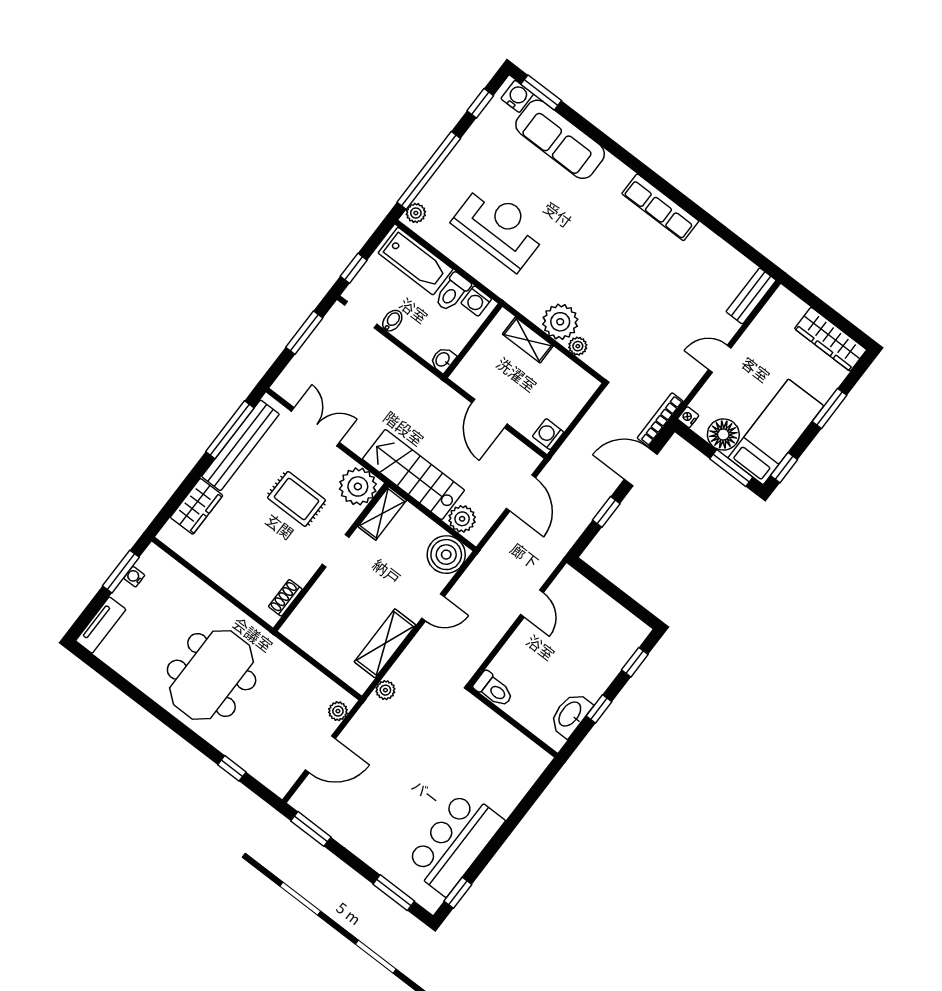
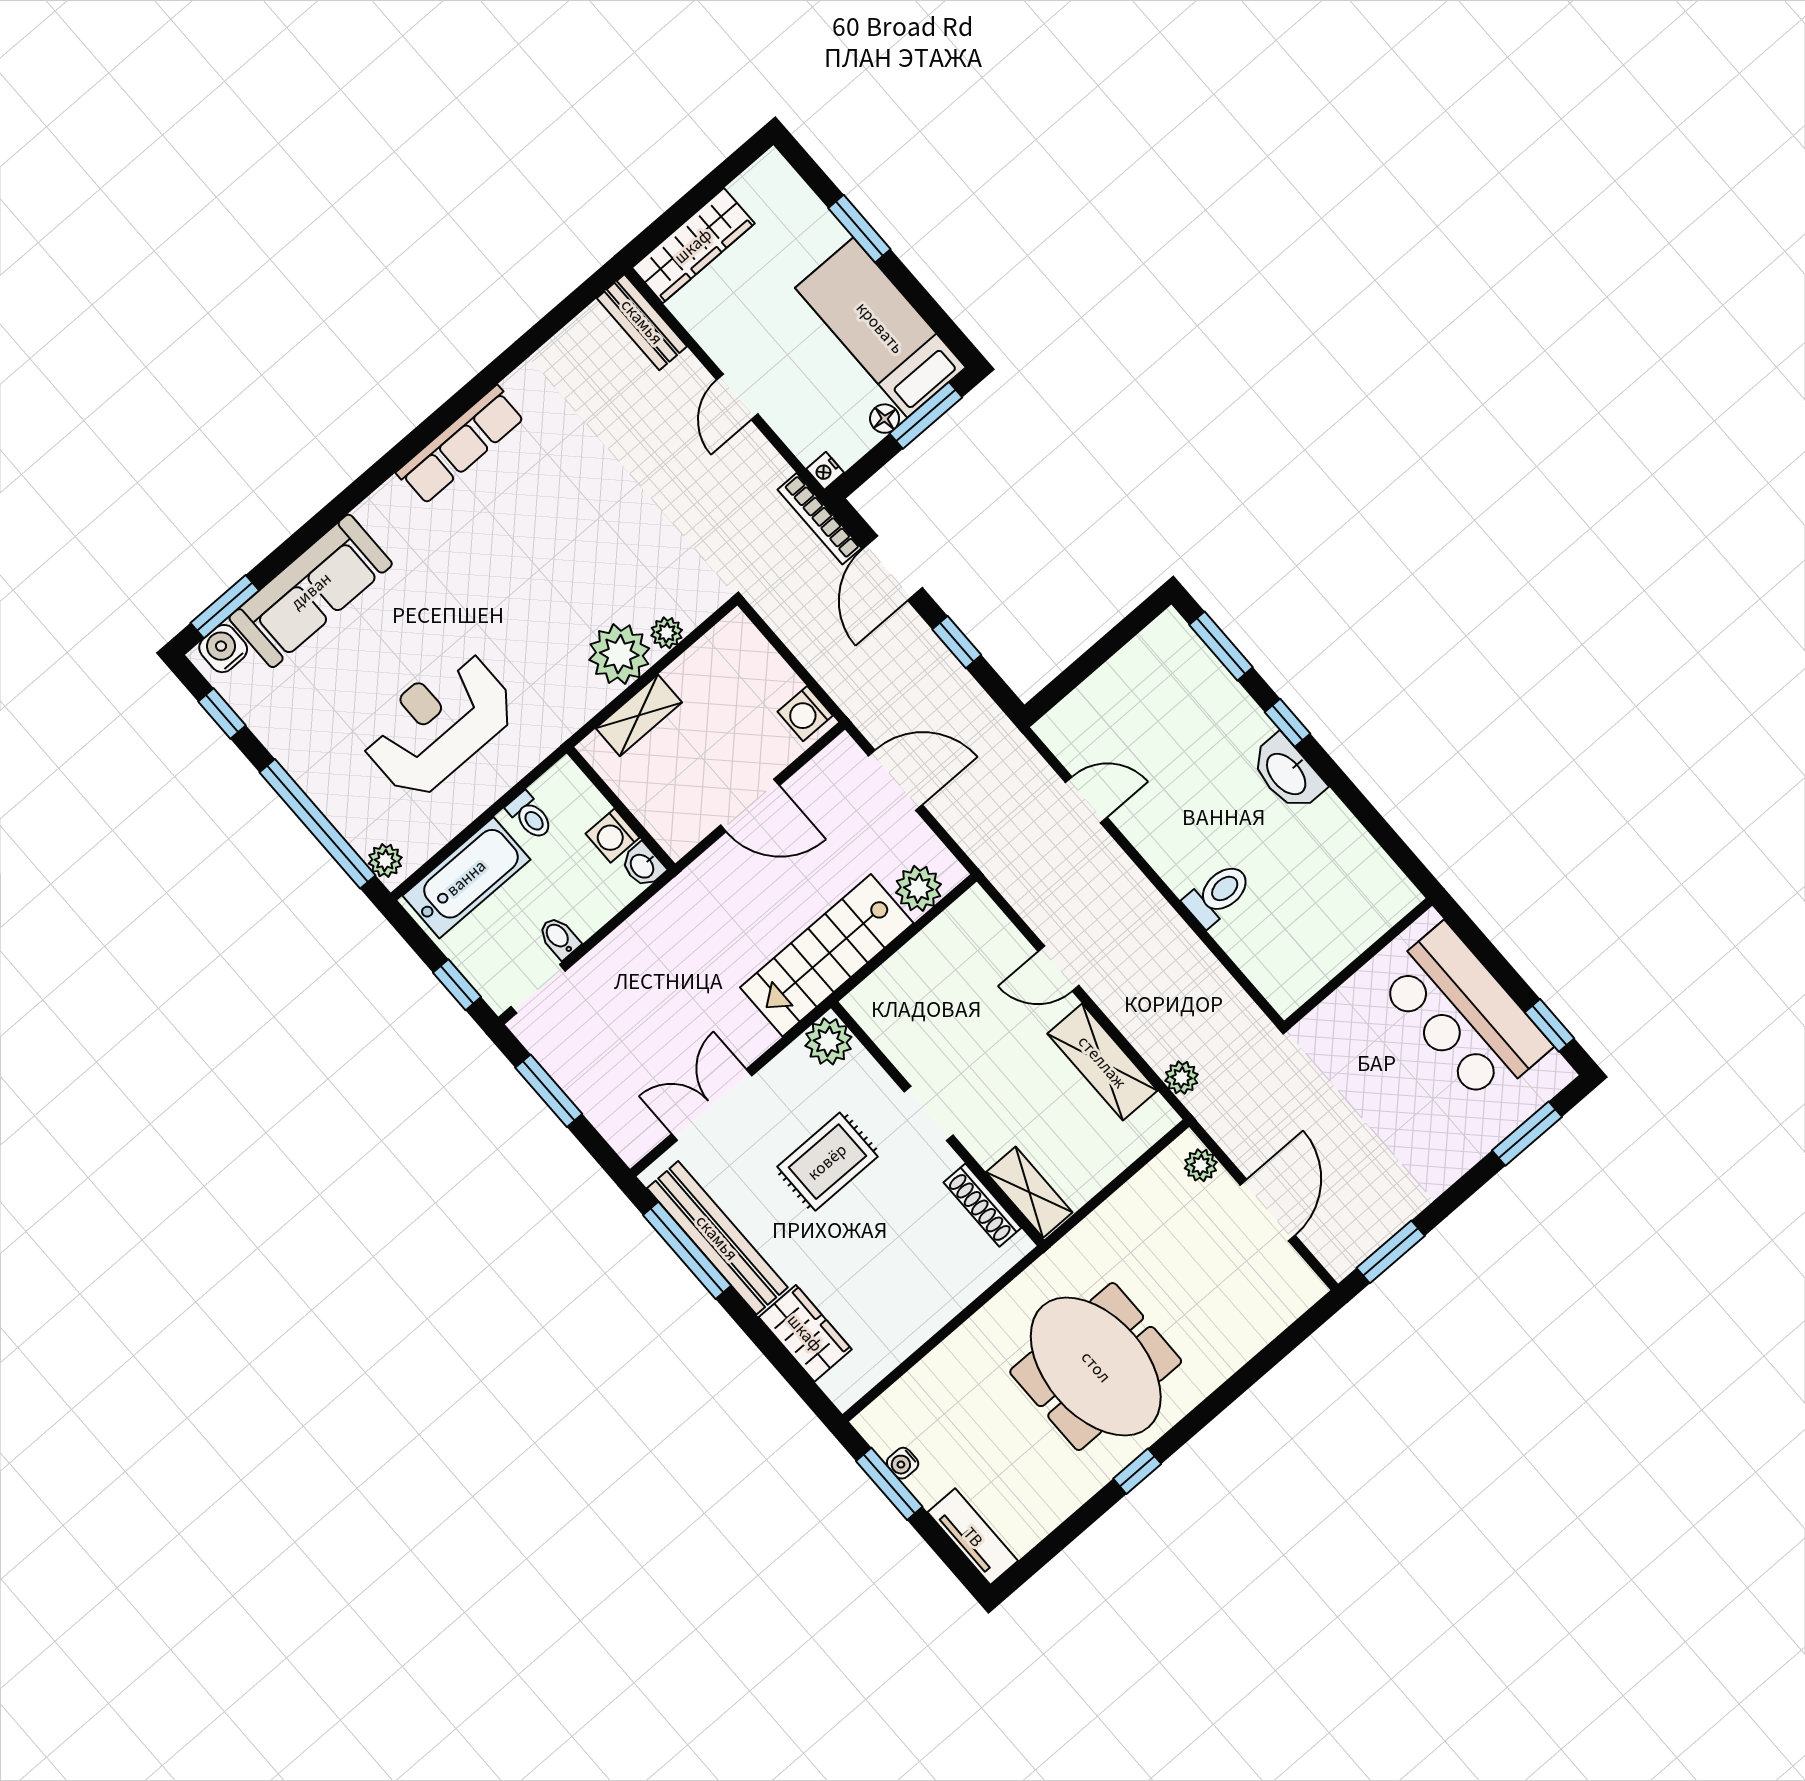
toilet: (452, 292) -> (530, 816), width x0.73, depth x0.72
washing machine: (476, 301) -> (613, 836), moved, turned 90
wardrobe: (831, 339) -> (693, 246), moved
floor lamp: (723, 434) -> (885, 419), width x0.53, depth x0.53
window: (784, 468) -> (944, 326), removed
plant: (358, 486) -> (828, 1041), width x0.73, depth x0.73
shelving: (382, 513) -> (1029, 1192), moved
boiler: (446, 555) -> (973, 928), removed
shoe rack: (285, 598) -> (982, 1205), width x1.43
door: (433, 608) -> (1058, 968), swing flipped
window: (635, 662) -> (1221, 646), width x1.50
wall: (513, 722) -> (1358, 963), moved
window: (232, 768) -> (1137, 1471), moved

